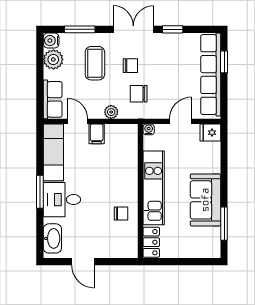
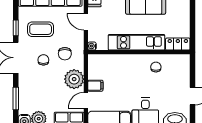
coffee table: (95, 63) -> (41, 29), moved
plant: (111, 112) -> (74, 79), width x1.88, depth x1.88

